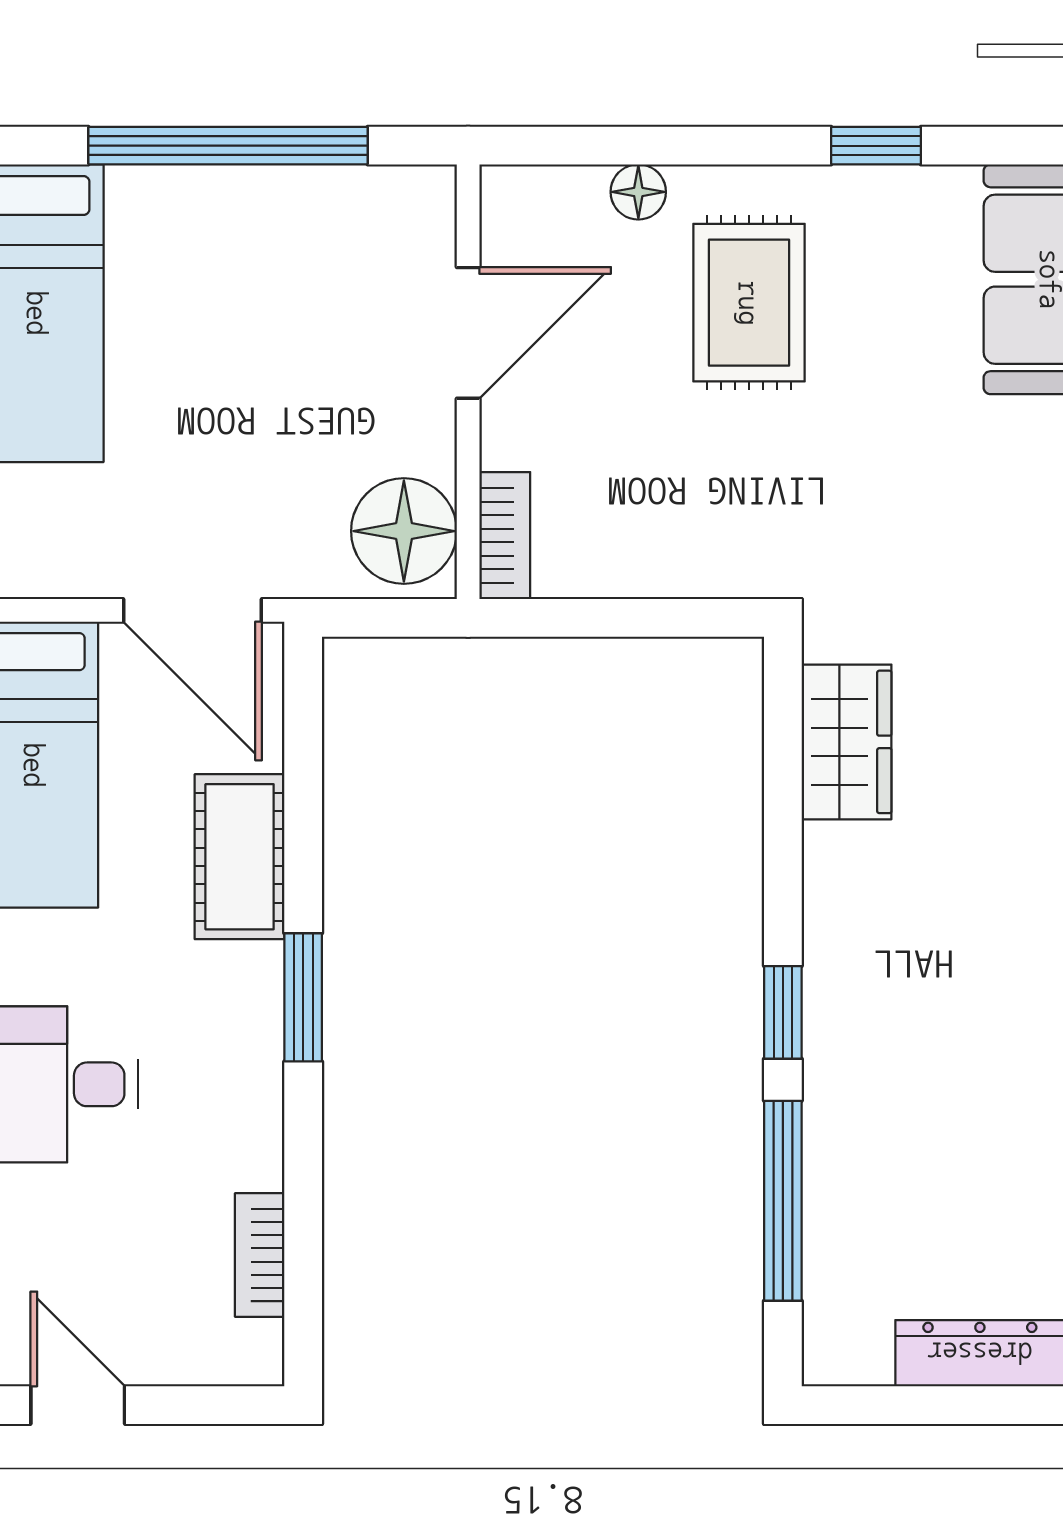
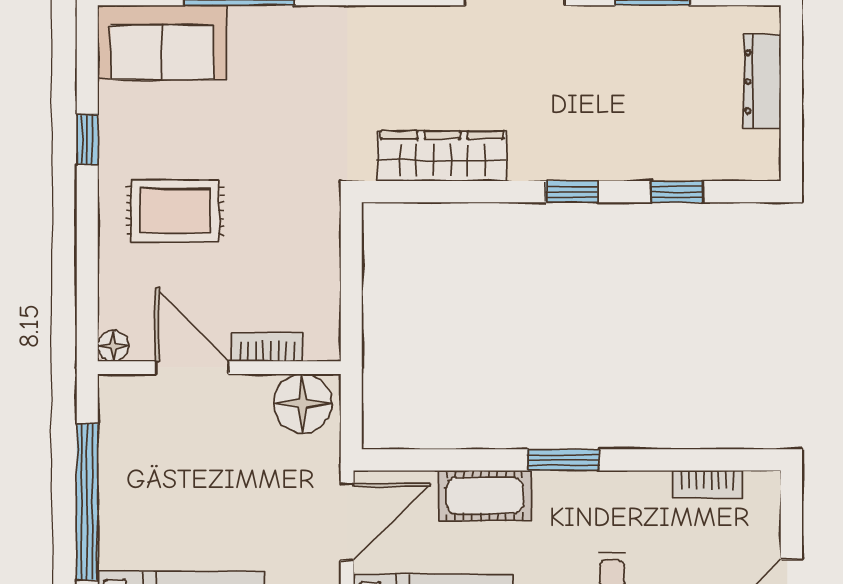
floor lamp: (638, 192) -> (113, 346), moved
bookcase: (505, 536) -> (267, 347), moved
wardrobe: (847, 742) -> (442, 156), width x1.50
window: (783, 1201) -> (677, 192), width x0.46

